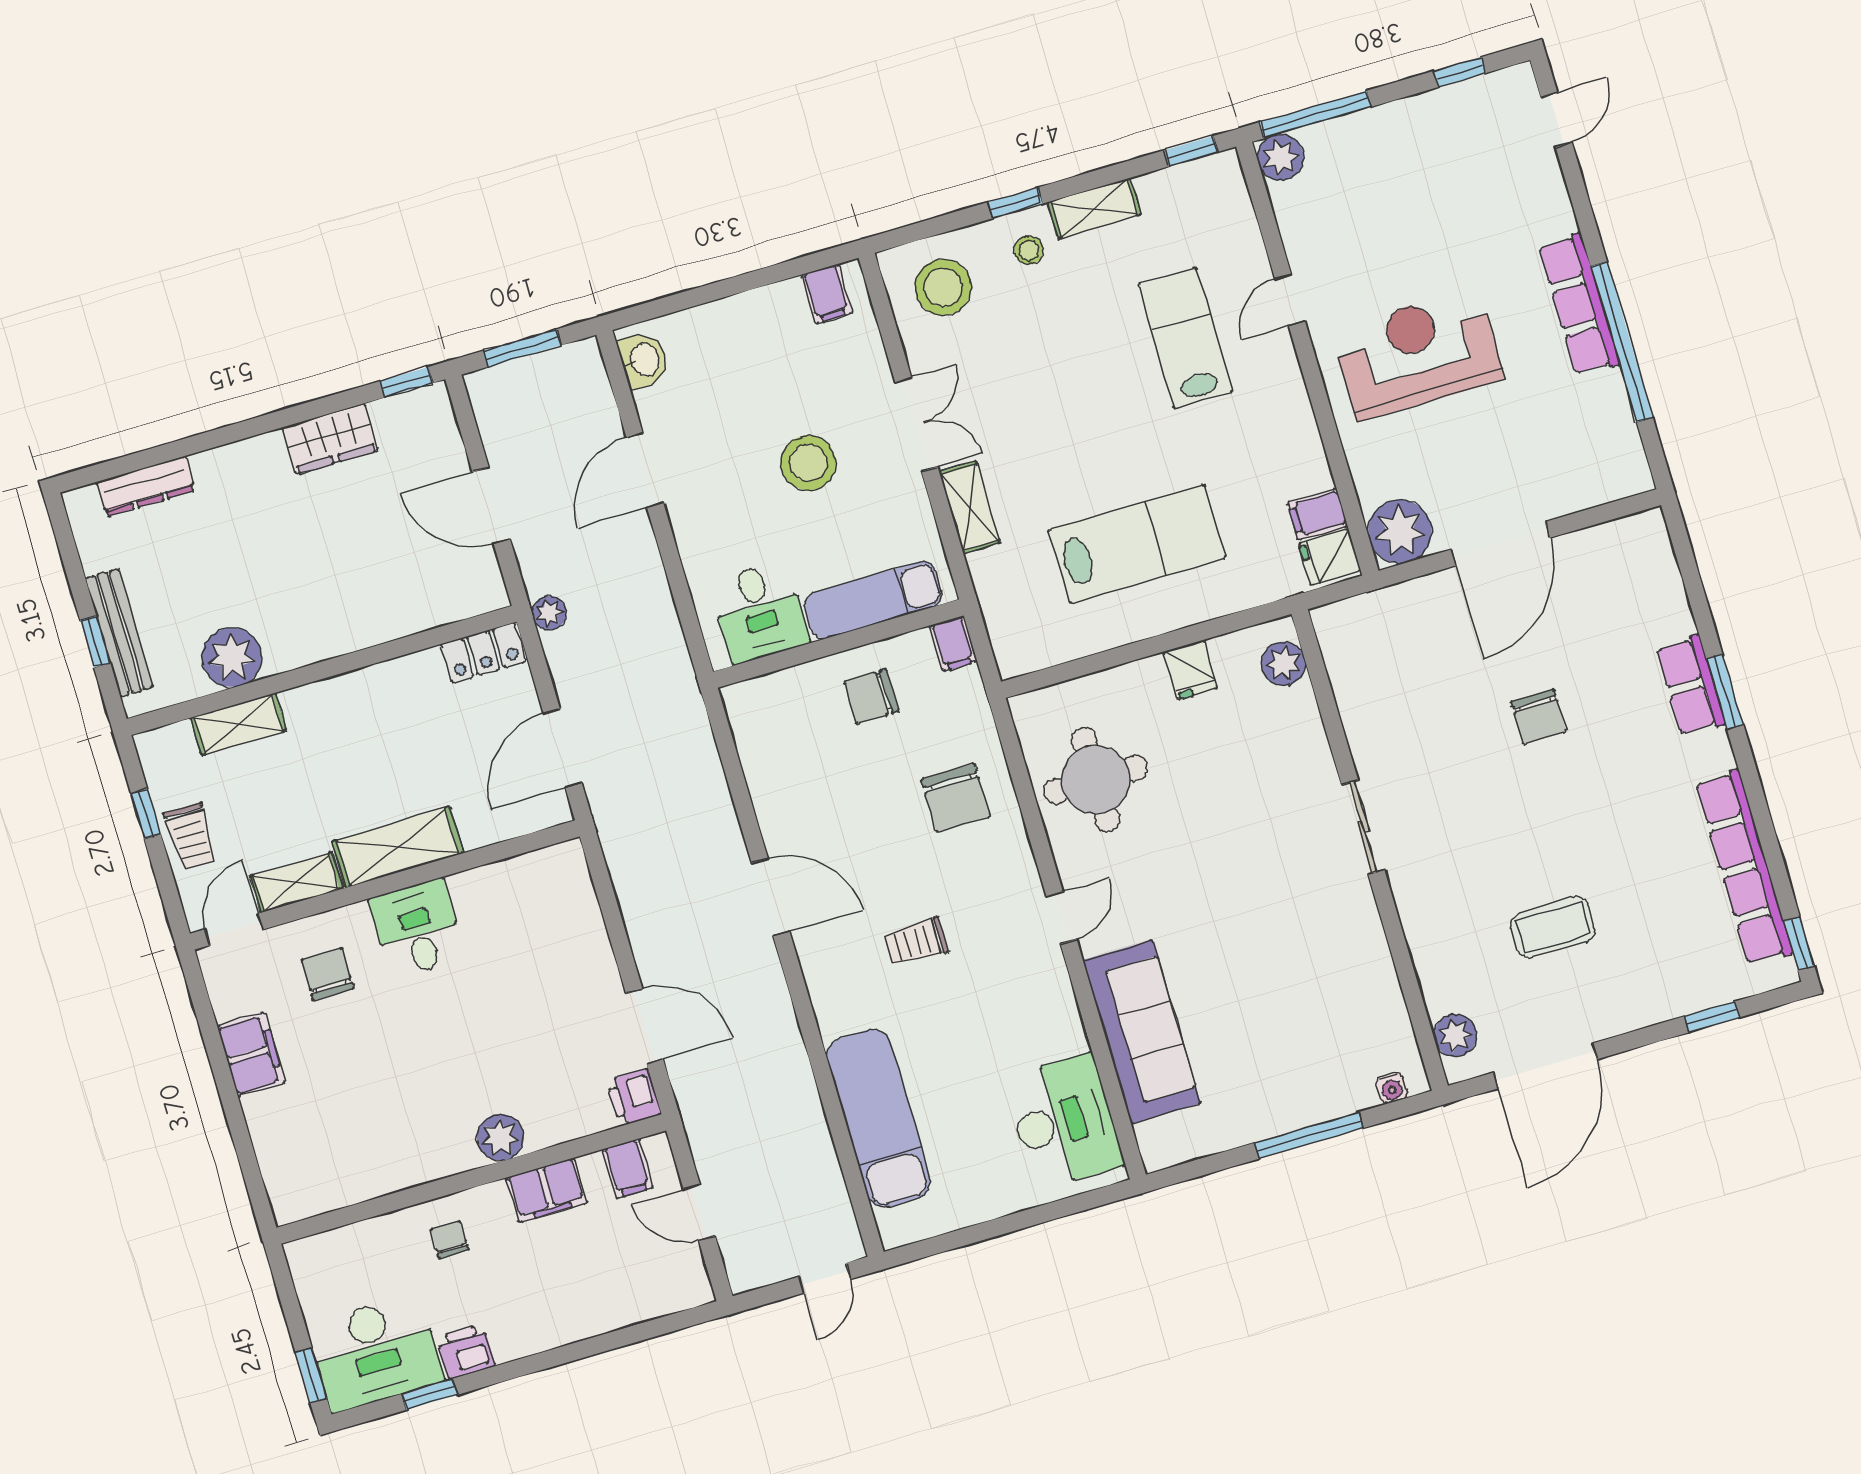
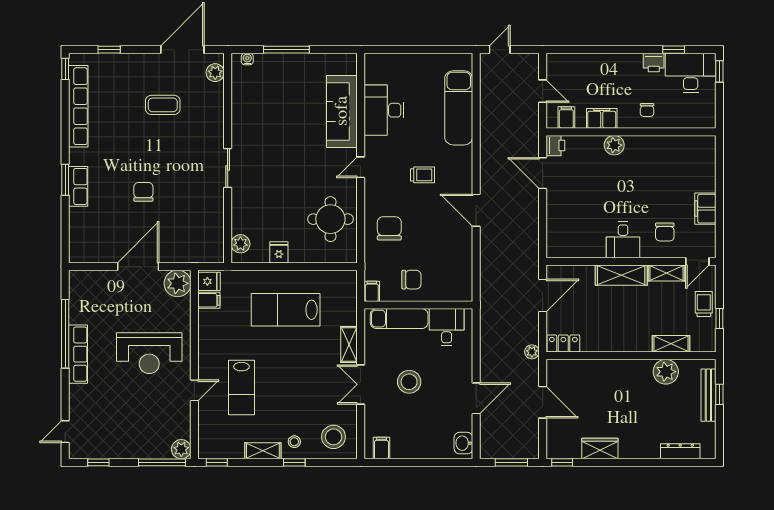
desk: (1064, 1122) -> (384, 110), moved

